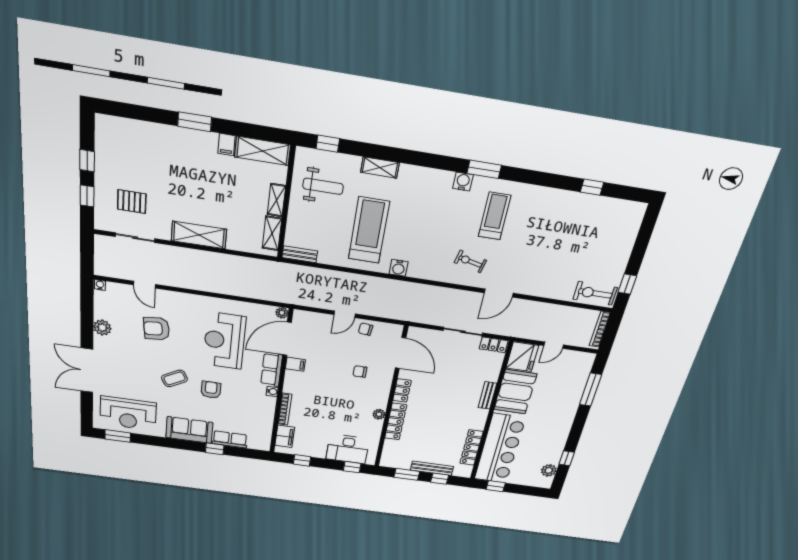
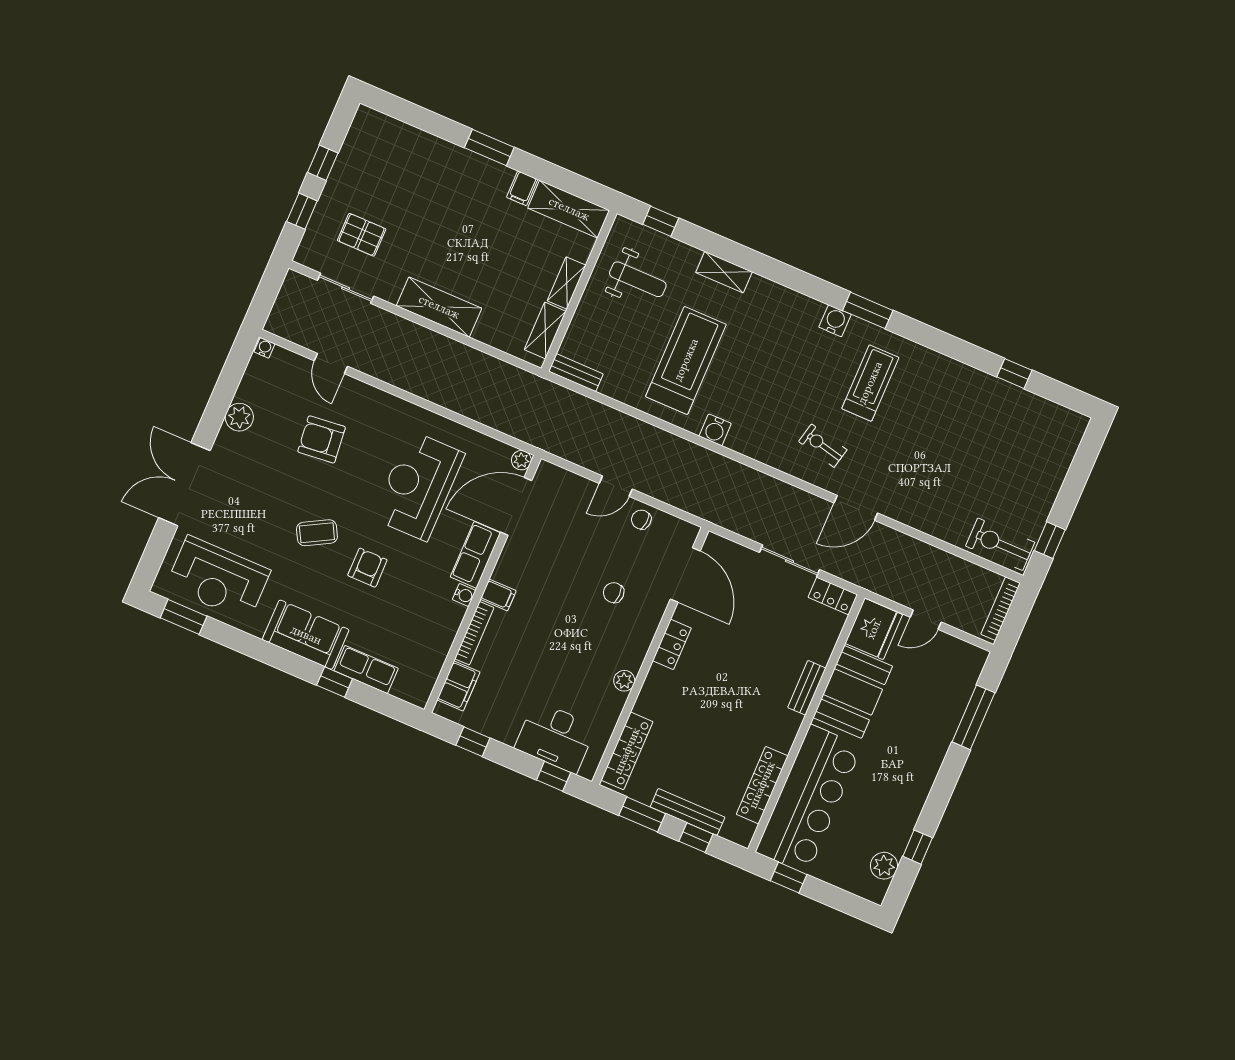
filing cabinet: (295, 364) -> (498, 595), moved
locker: (396, 421) -> (627, 751), moved

